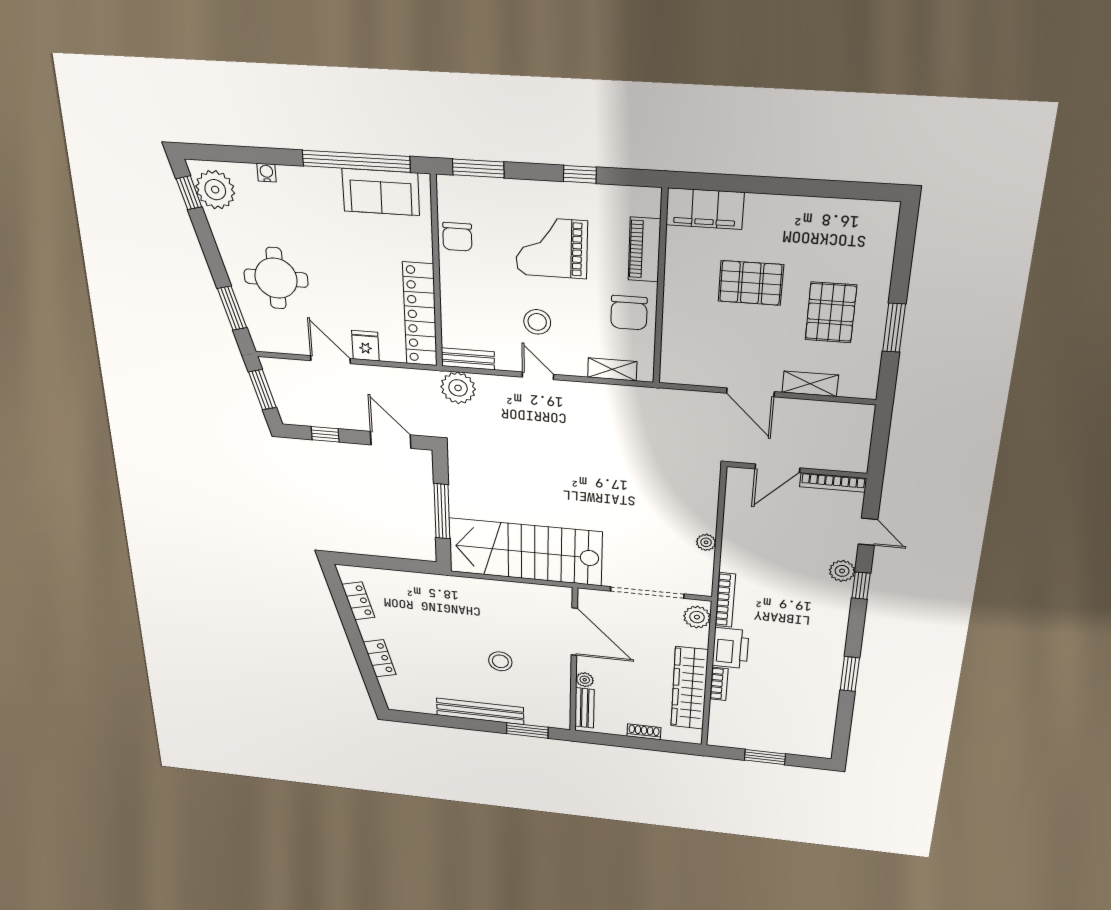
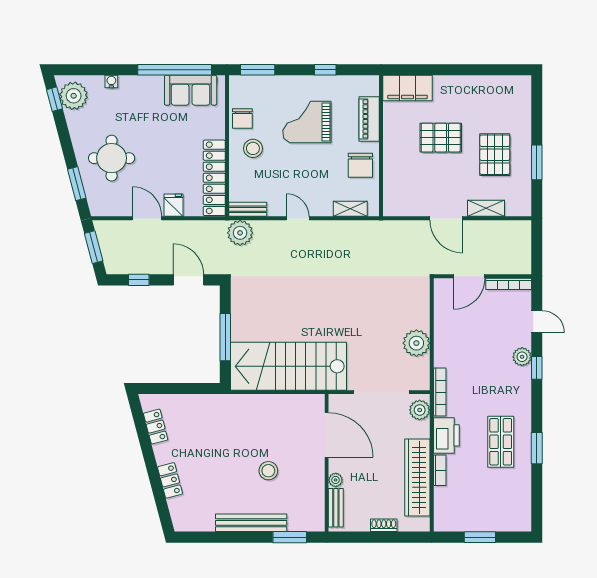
stool: (537, 322) -> (253, 148), moved
plant: (706, 542) -> (416, 343), width x1.87, depth x1.87
shop shelf: (802, 662) -> (501, 442), added

